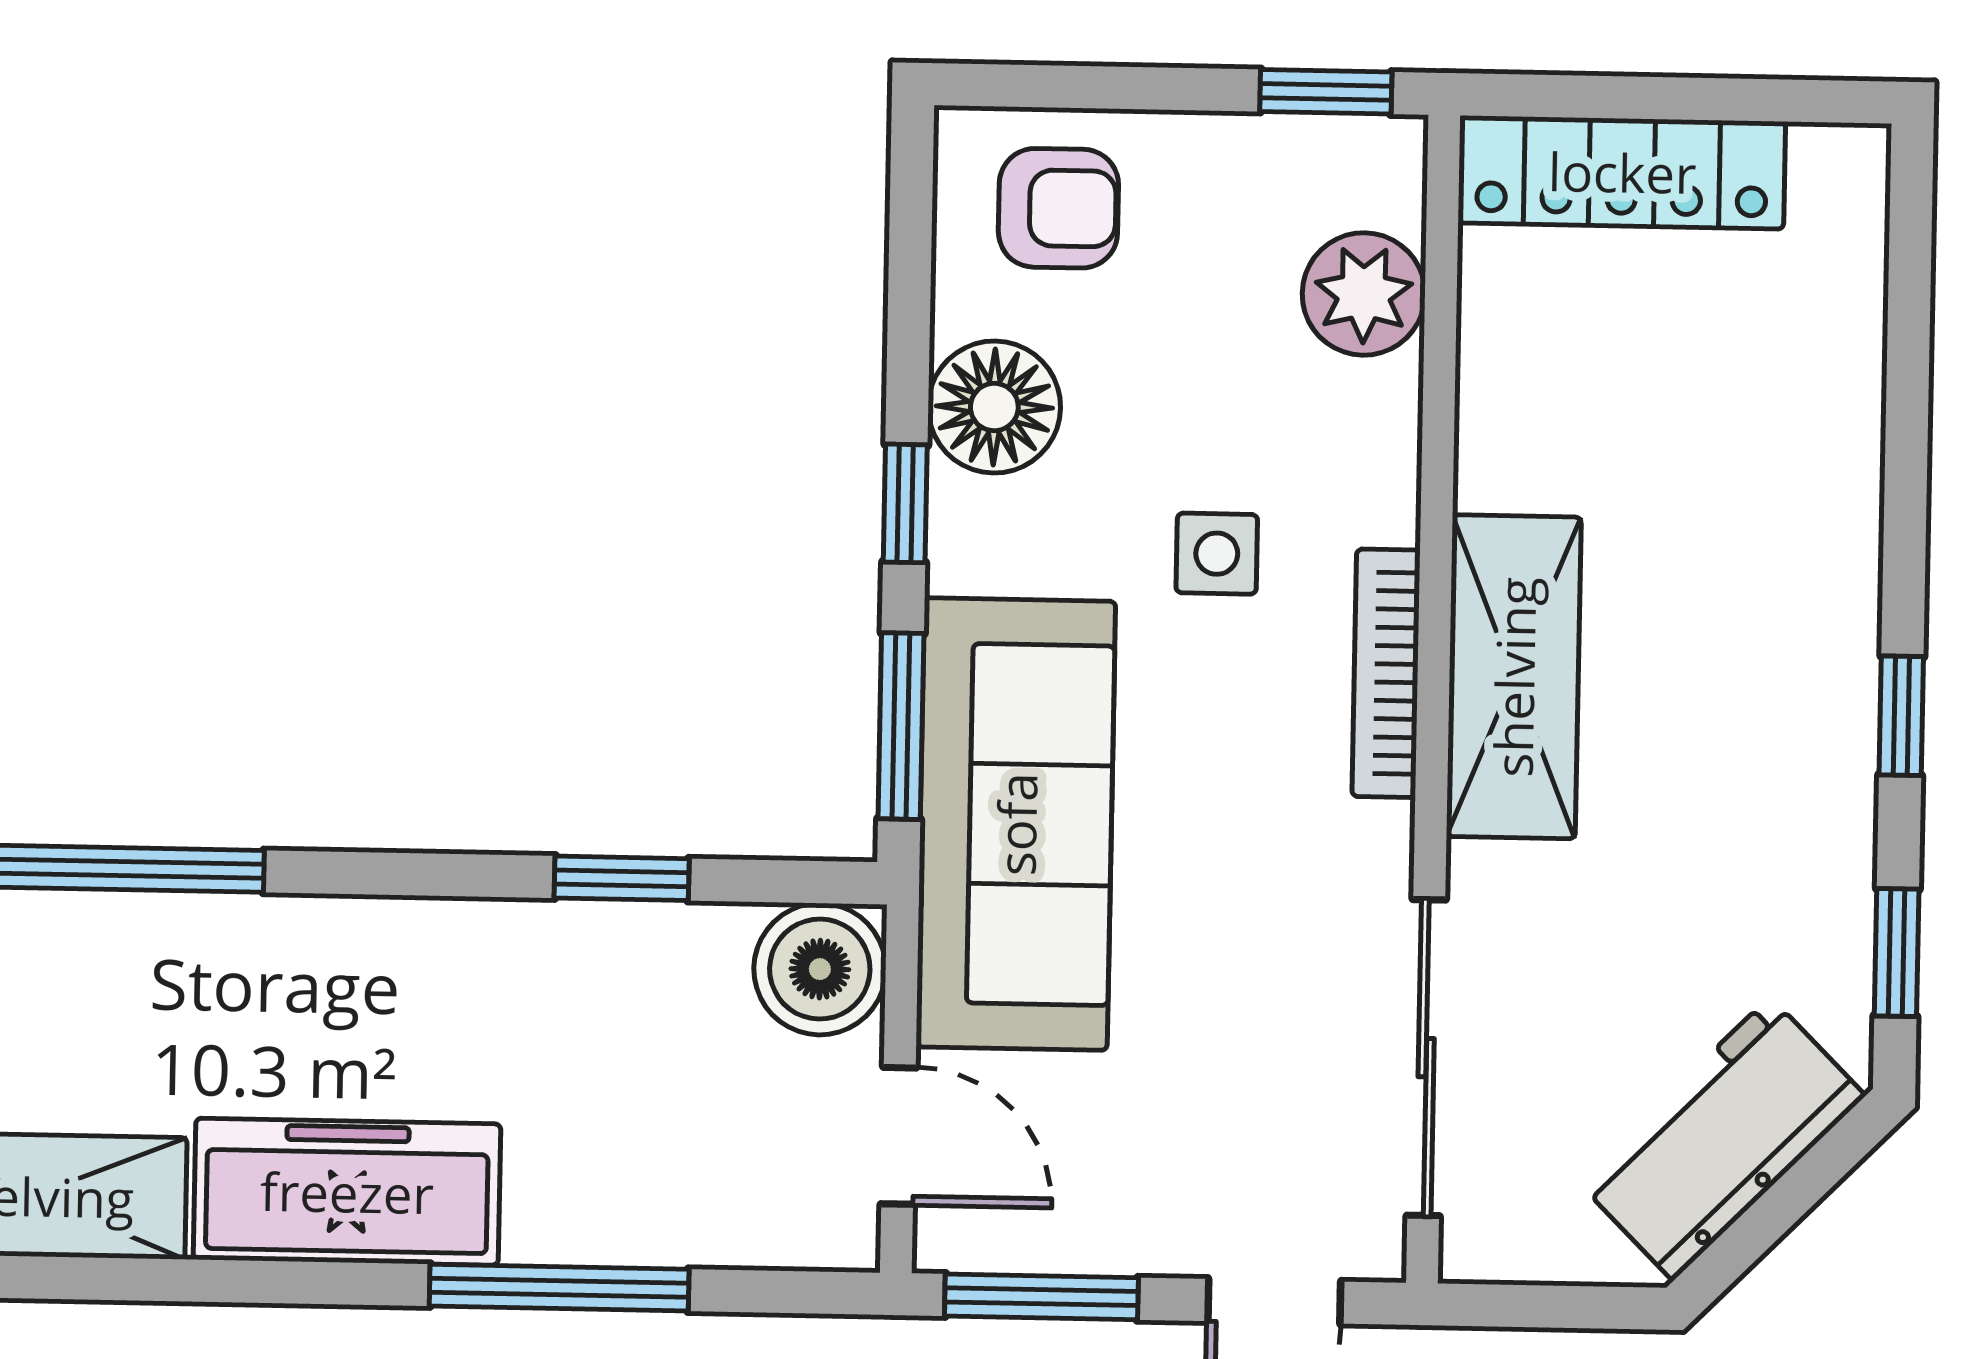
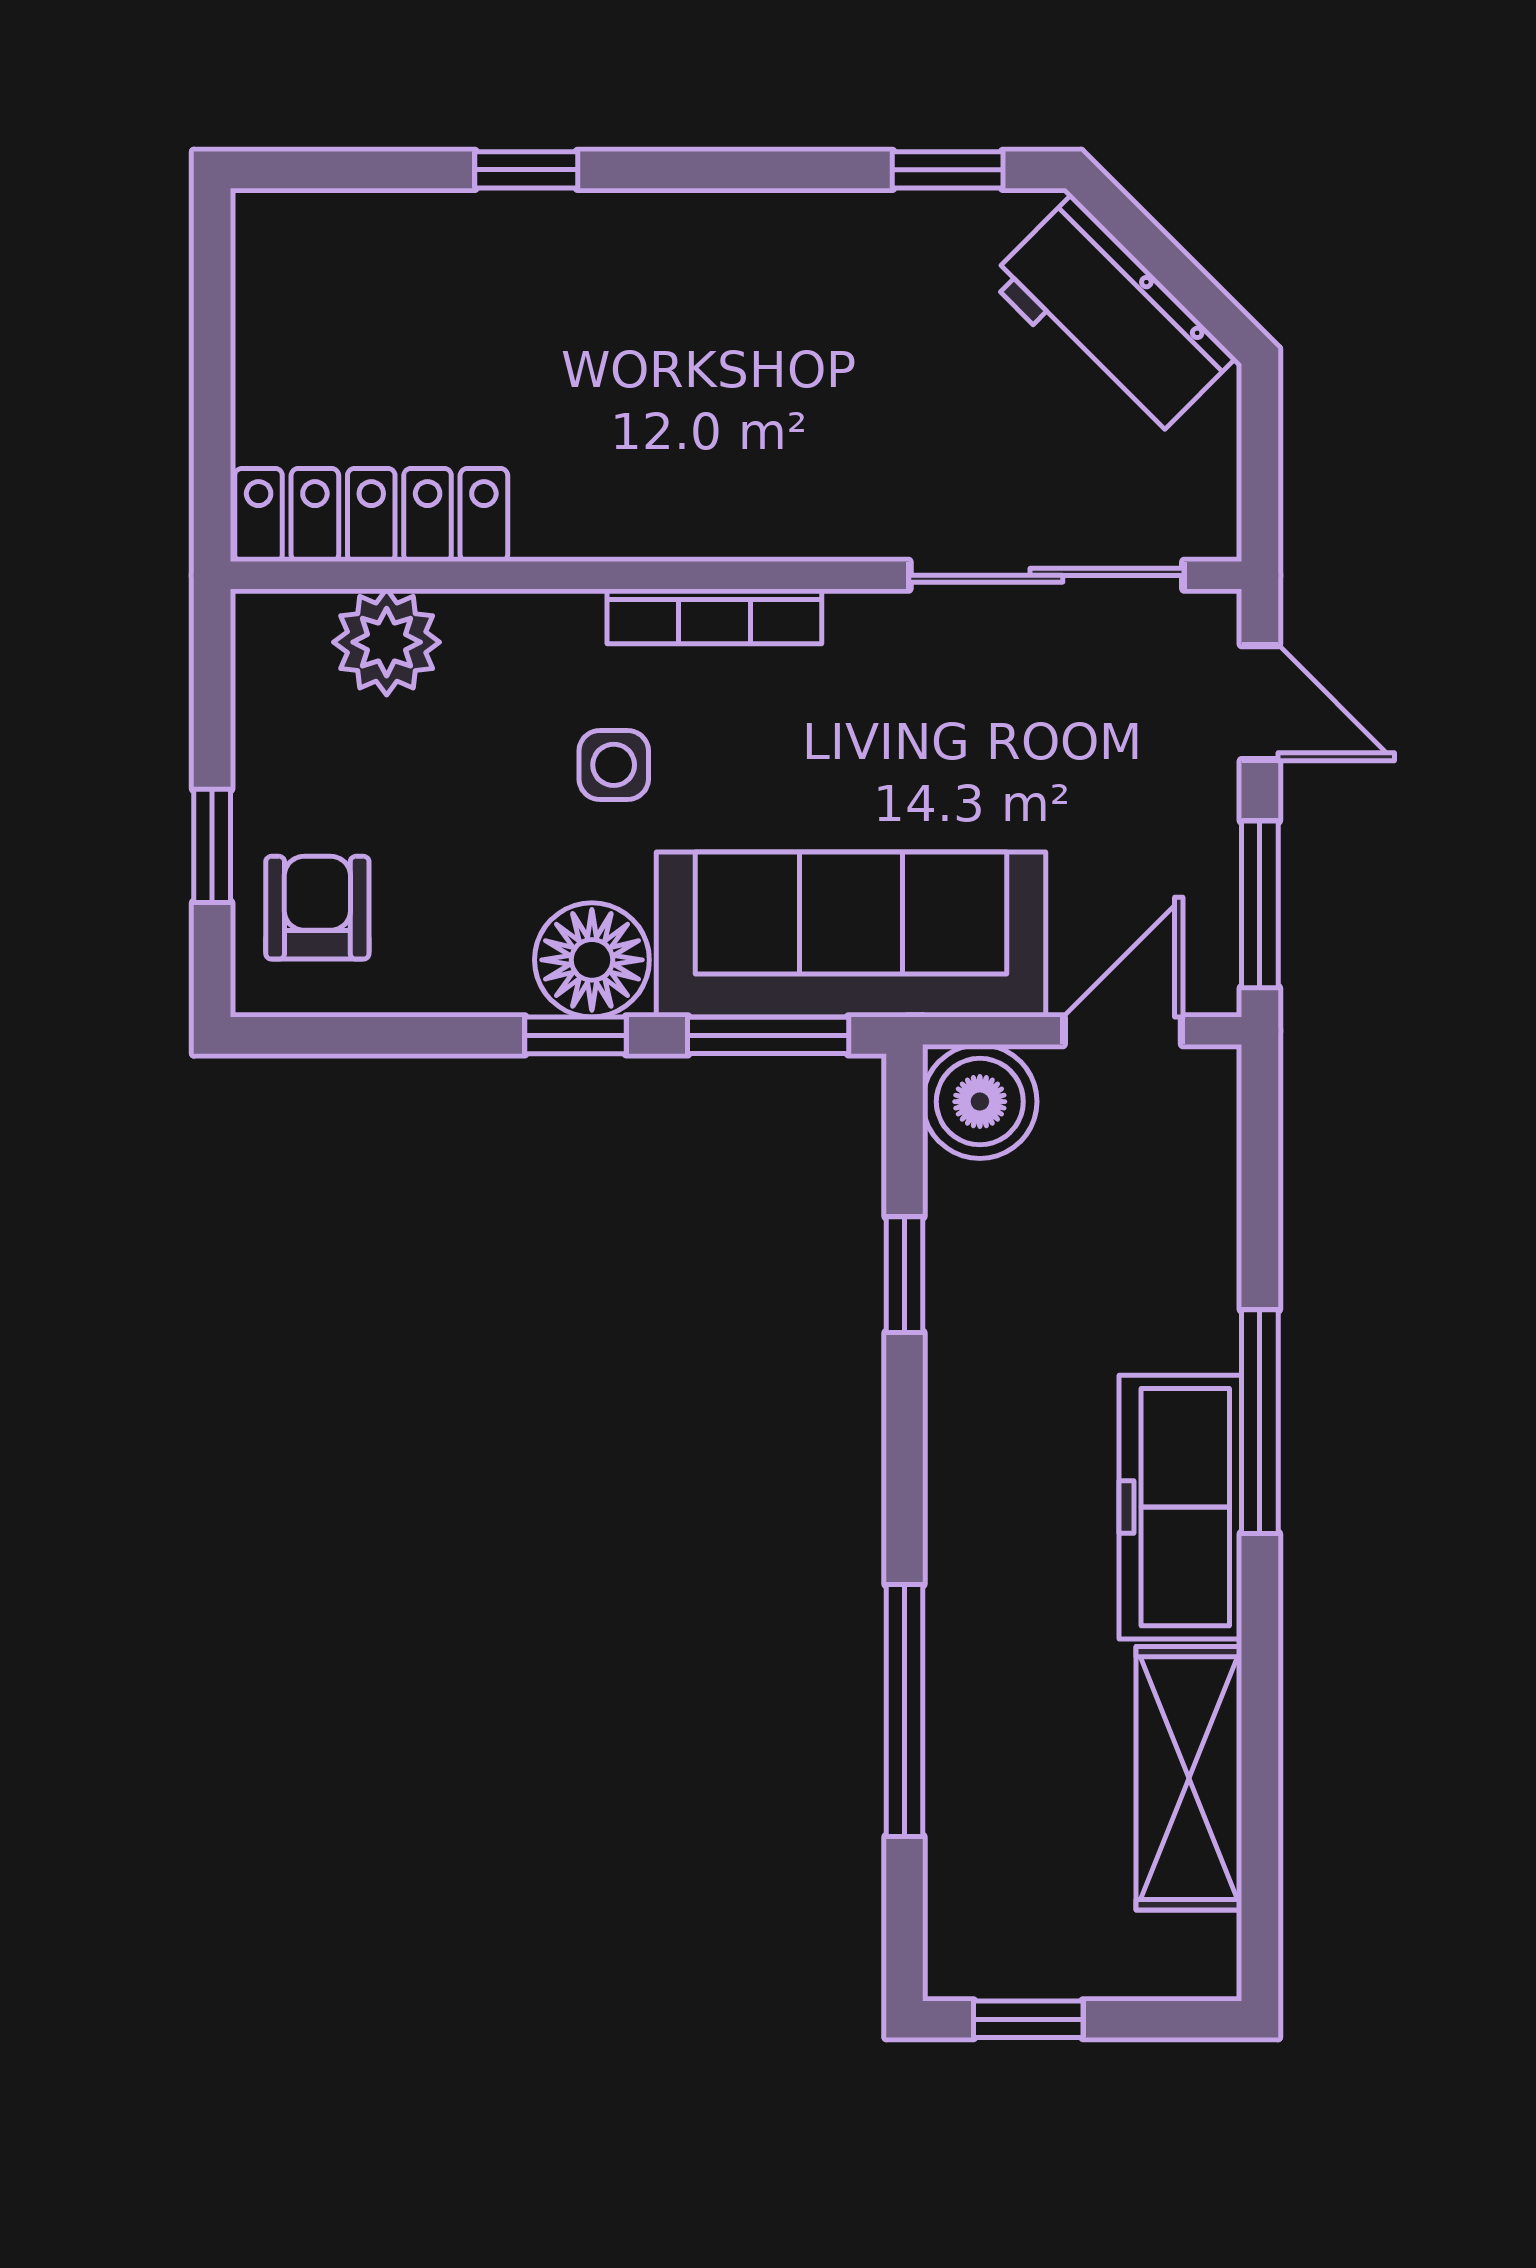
window: (1326, 92) -> (212, 846), moved
locker: (1622, 172) -> (371, 515), moved, turned -90
floor lamp: (994, 407) -> (592, 960), moved
shelving: (1514, 677) -> (715, 506), removed
window: (1901, 716) -> (526, 170), moved
window: (559, 1288) -> (1260, 1422), moved

